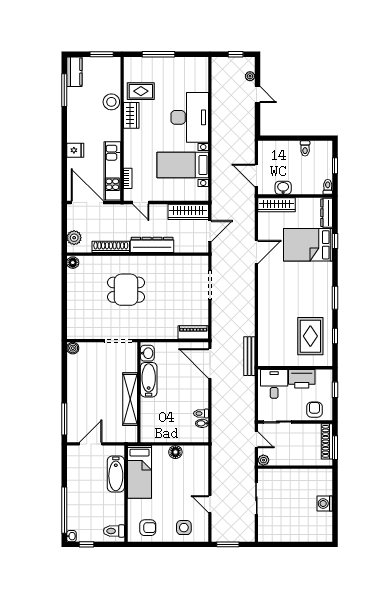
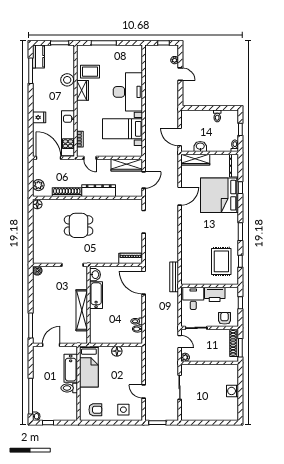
bed: (308, 245) -> (220, 195), width x1.36
toilet: (114, 531) -> (69, 388), moved

